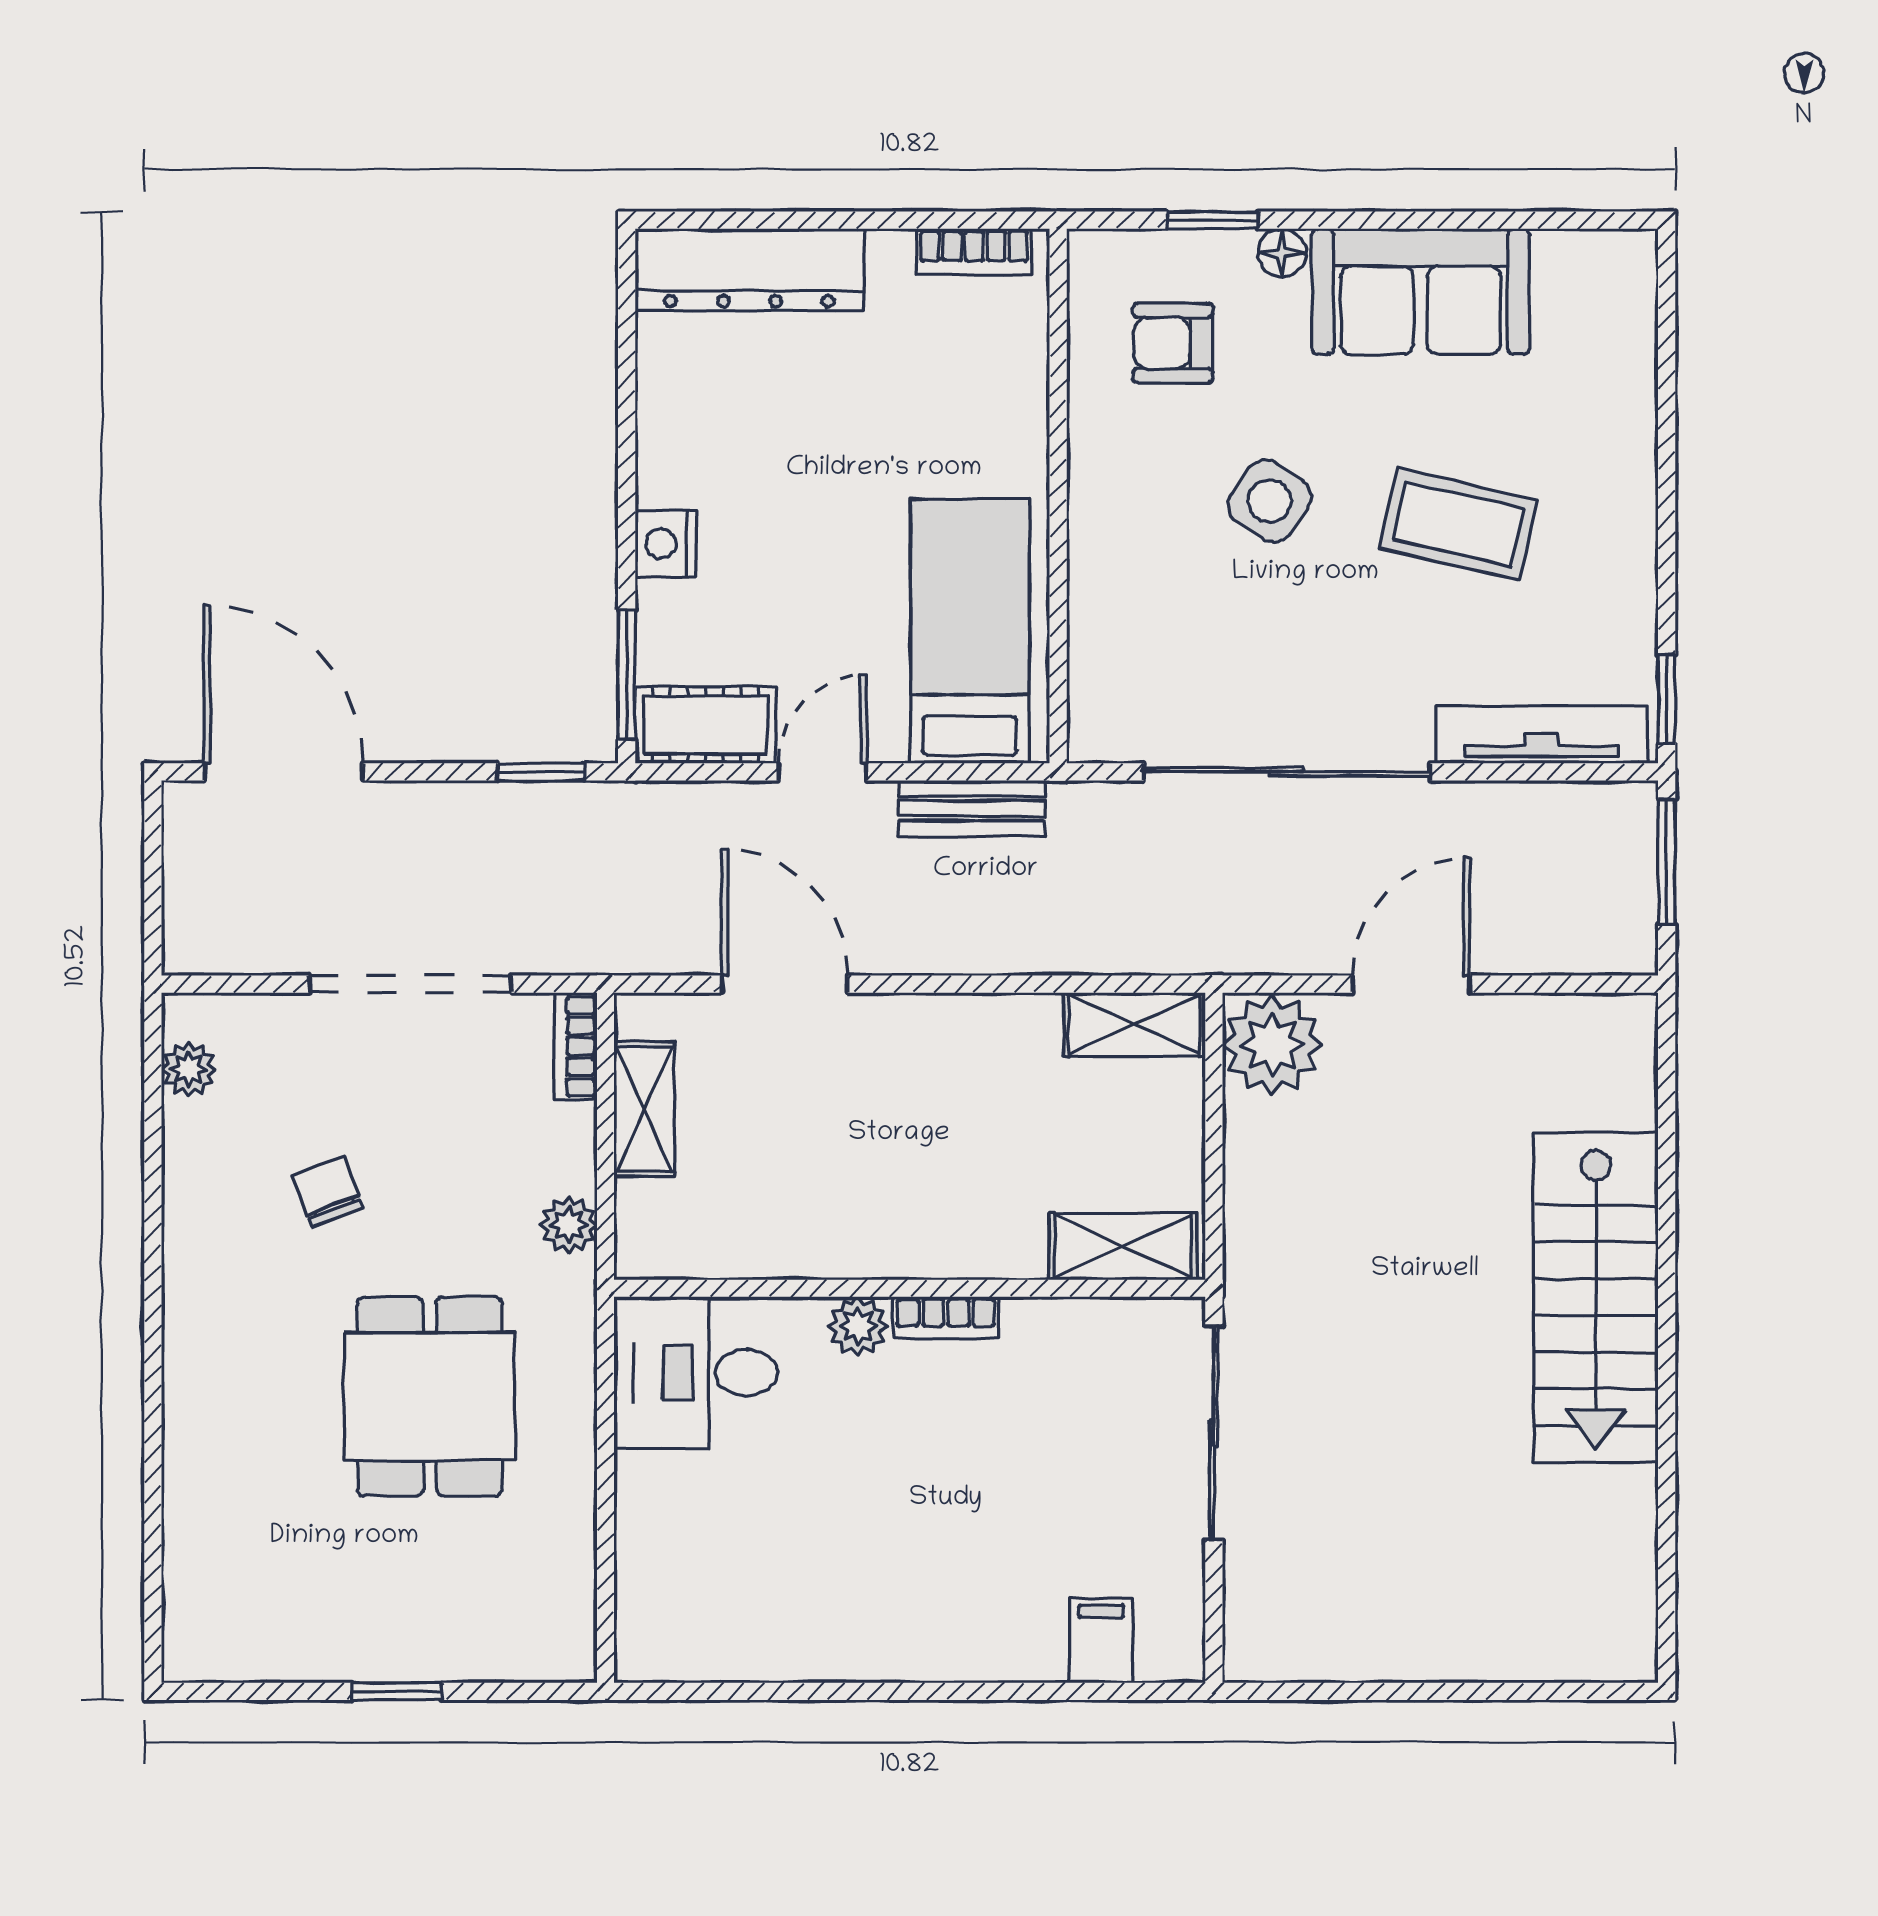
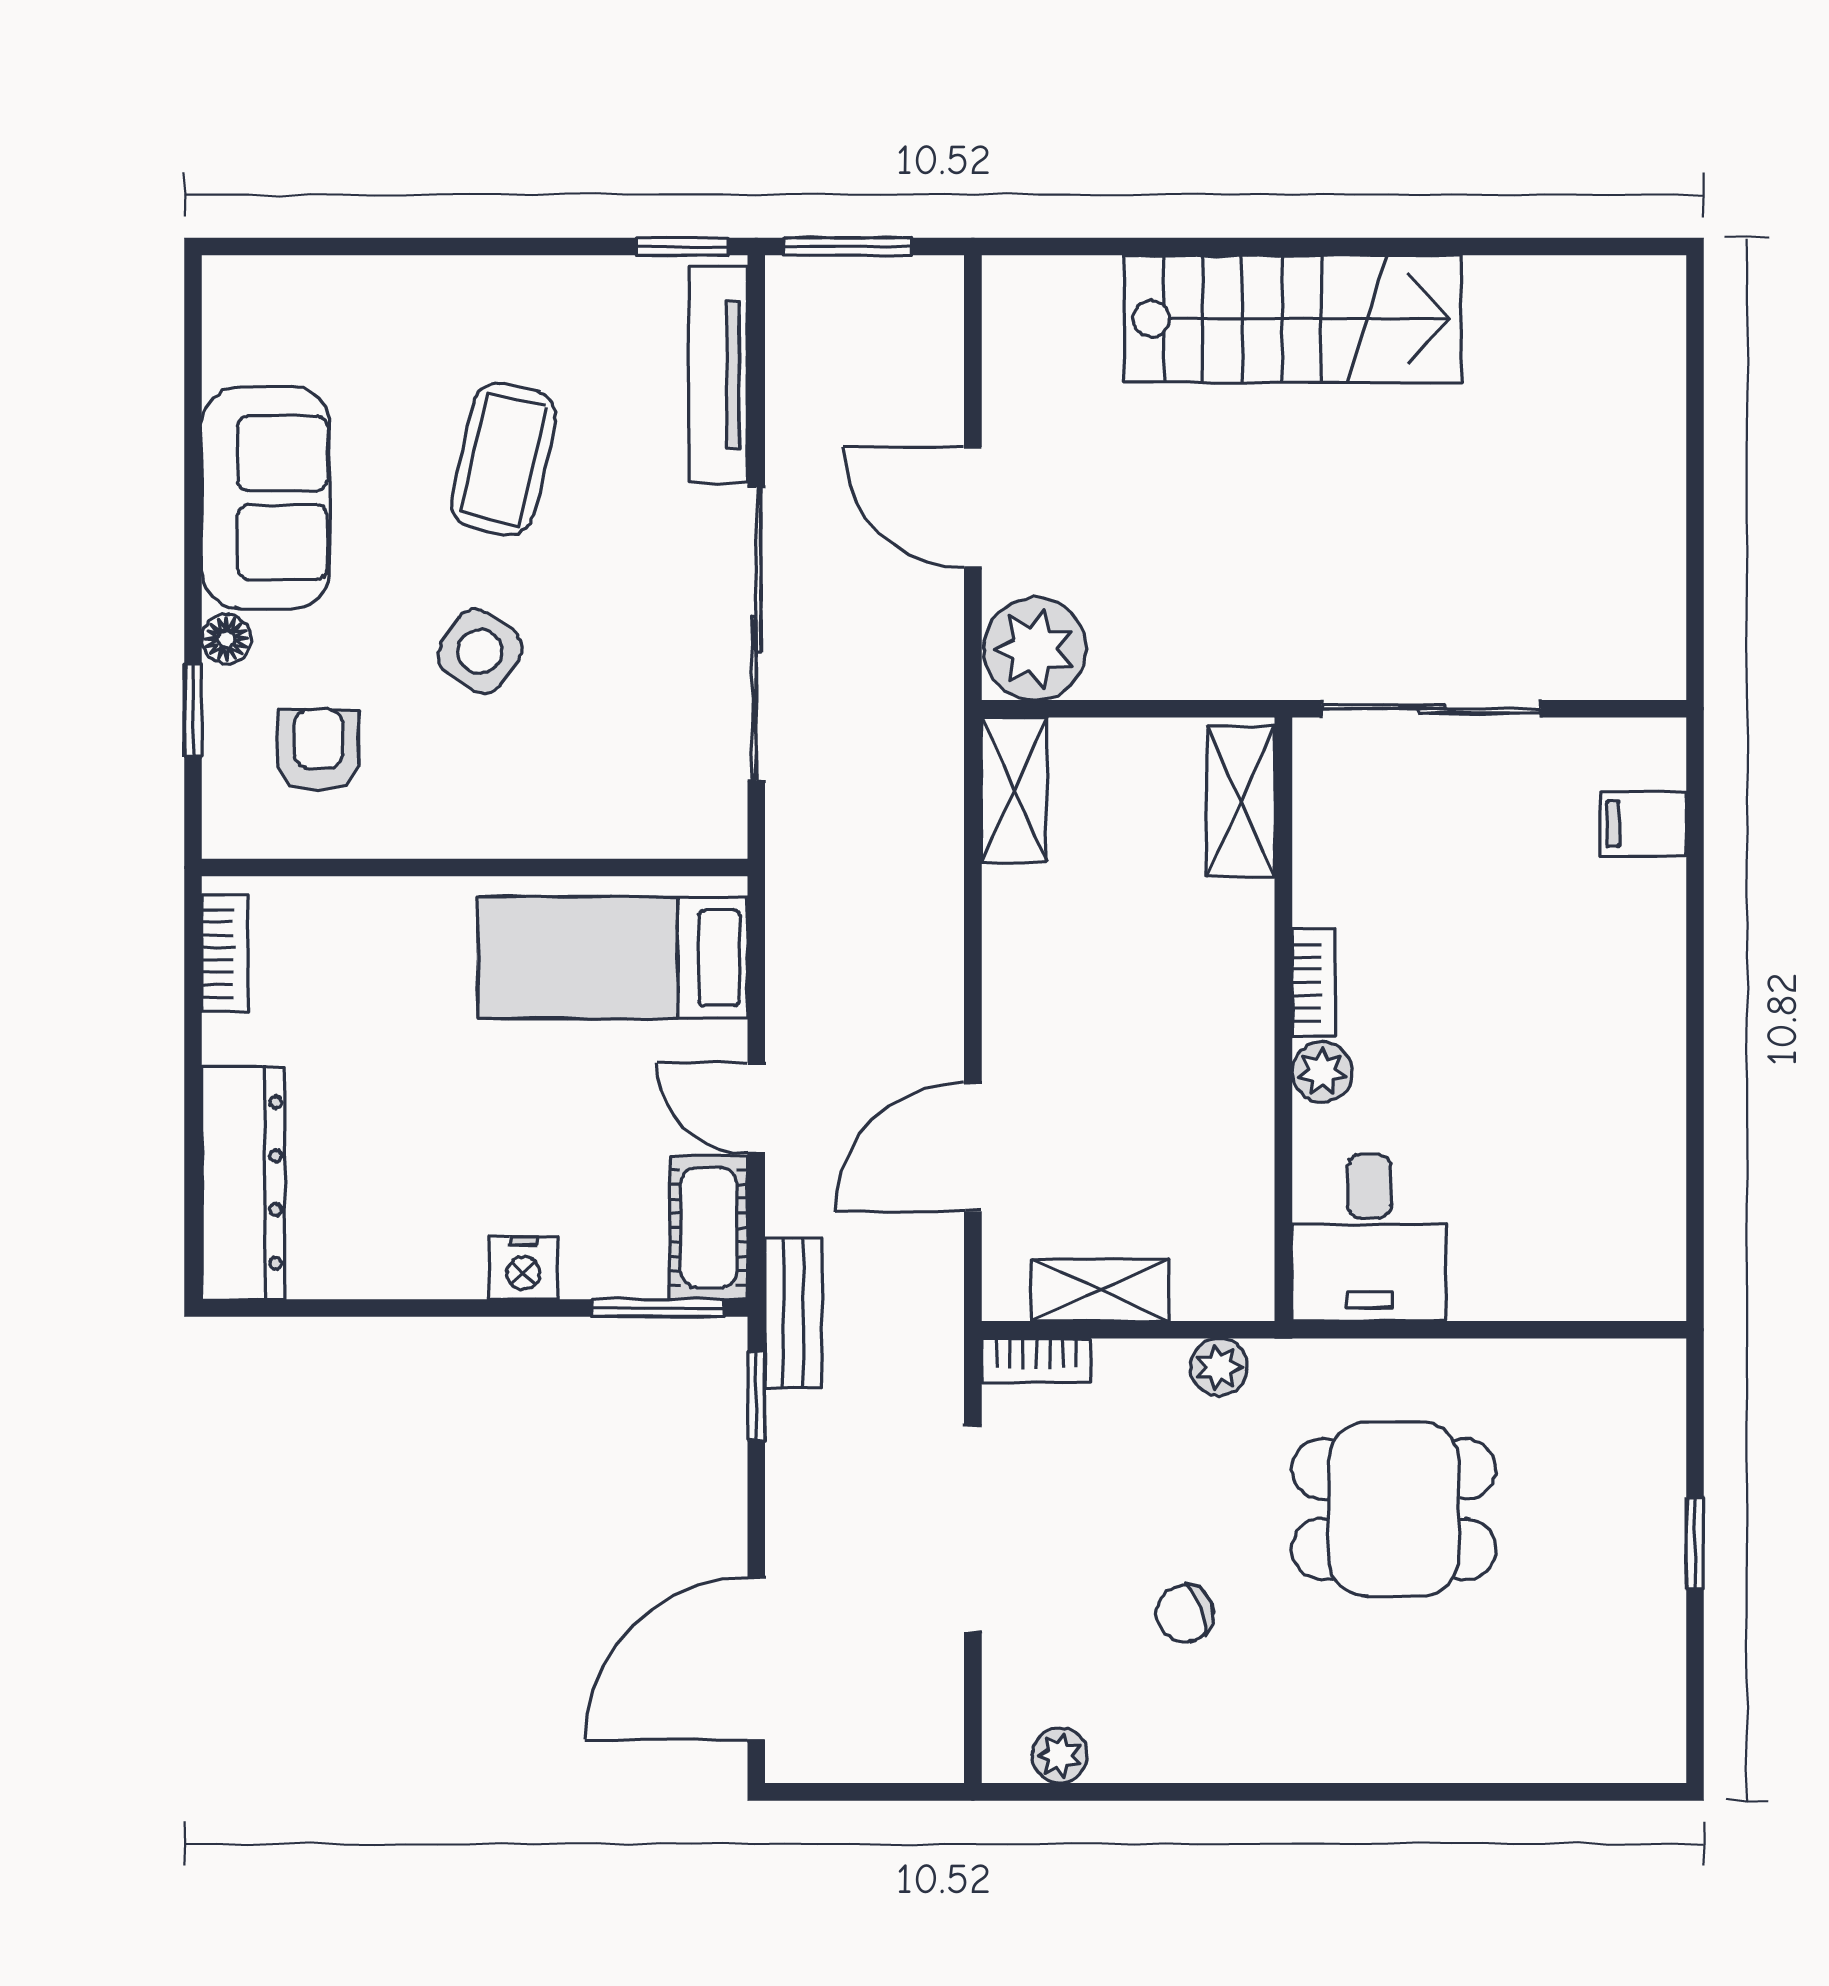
armchair: (1173, 343) -> (318, 750), turned 180
bench: (972, 808) -> (794, 1313), moved

